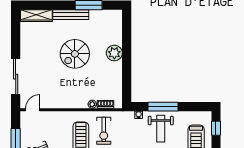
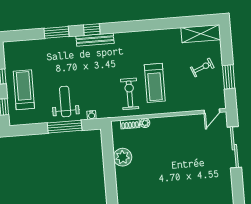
plant: (114, 53) -> (123, 157), moved
spiral stairs: (75, 54) -> (169, 178), removed

